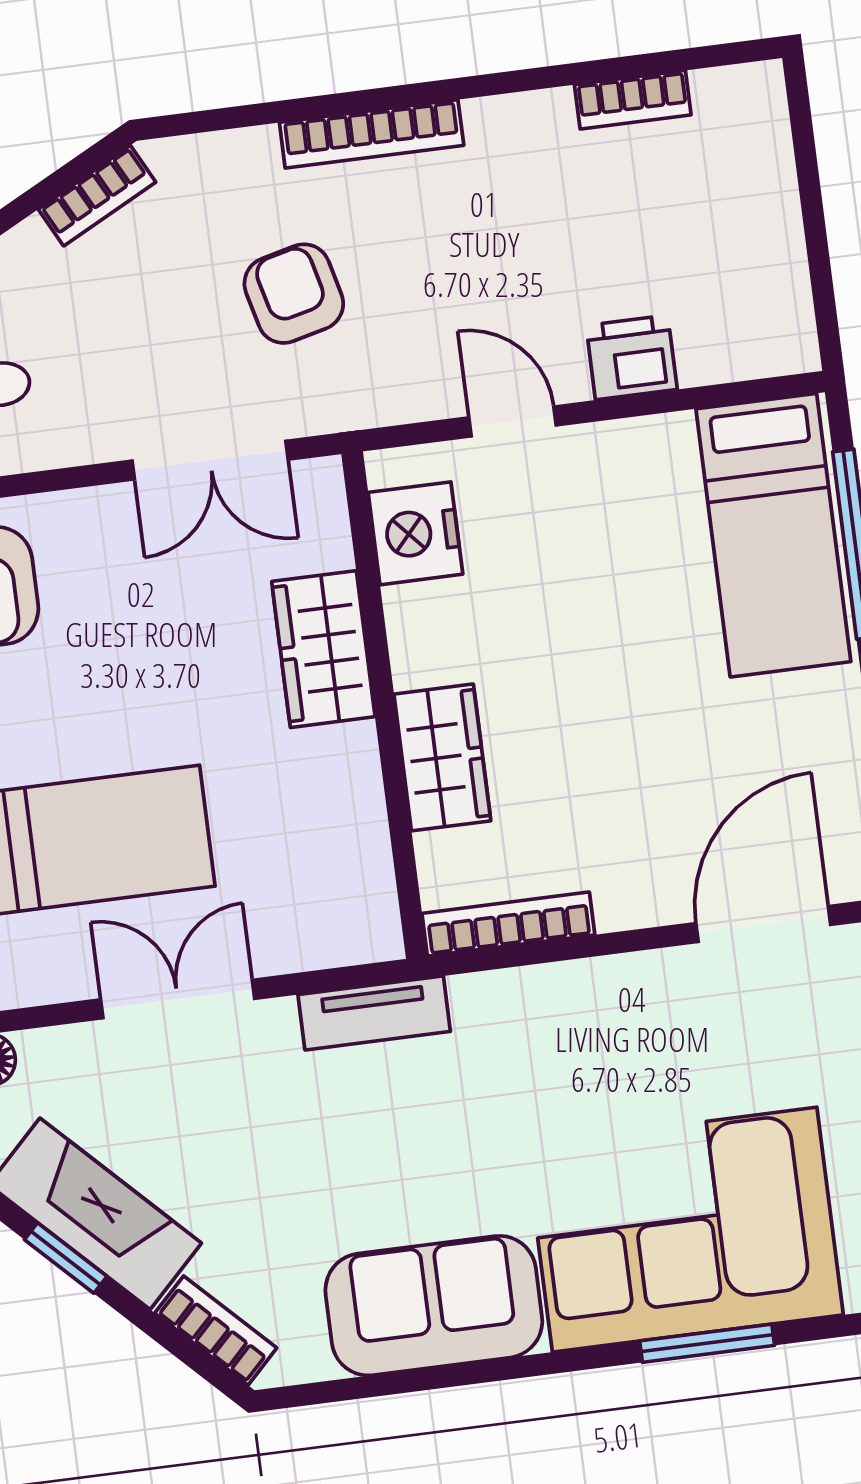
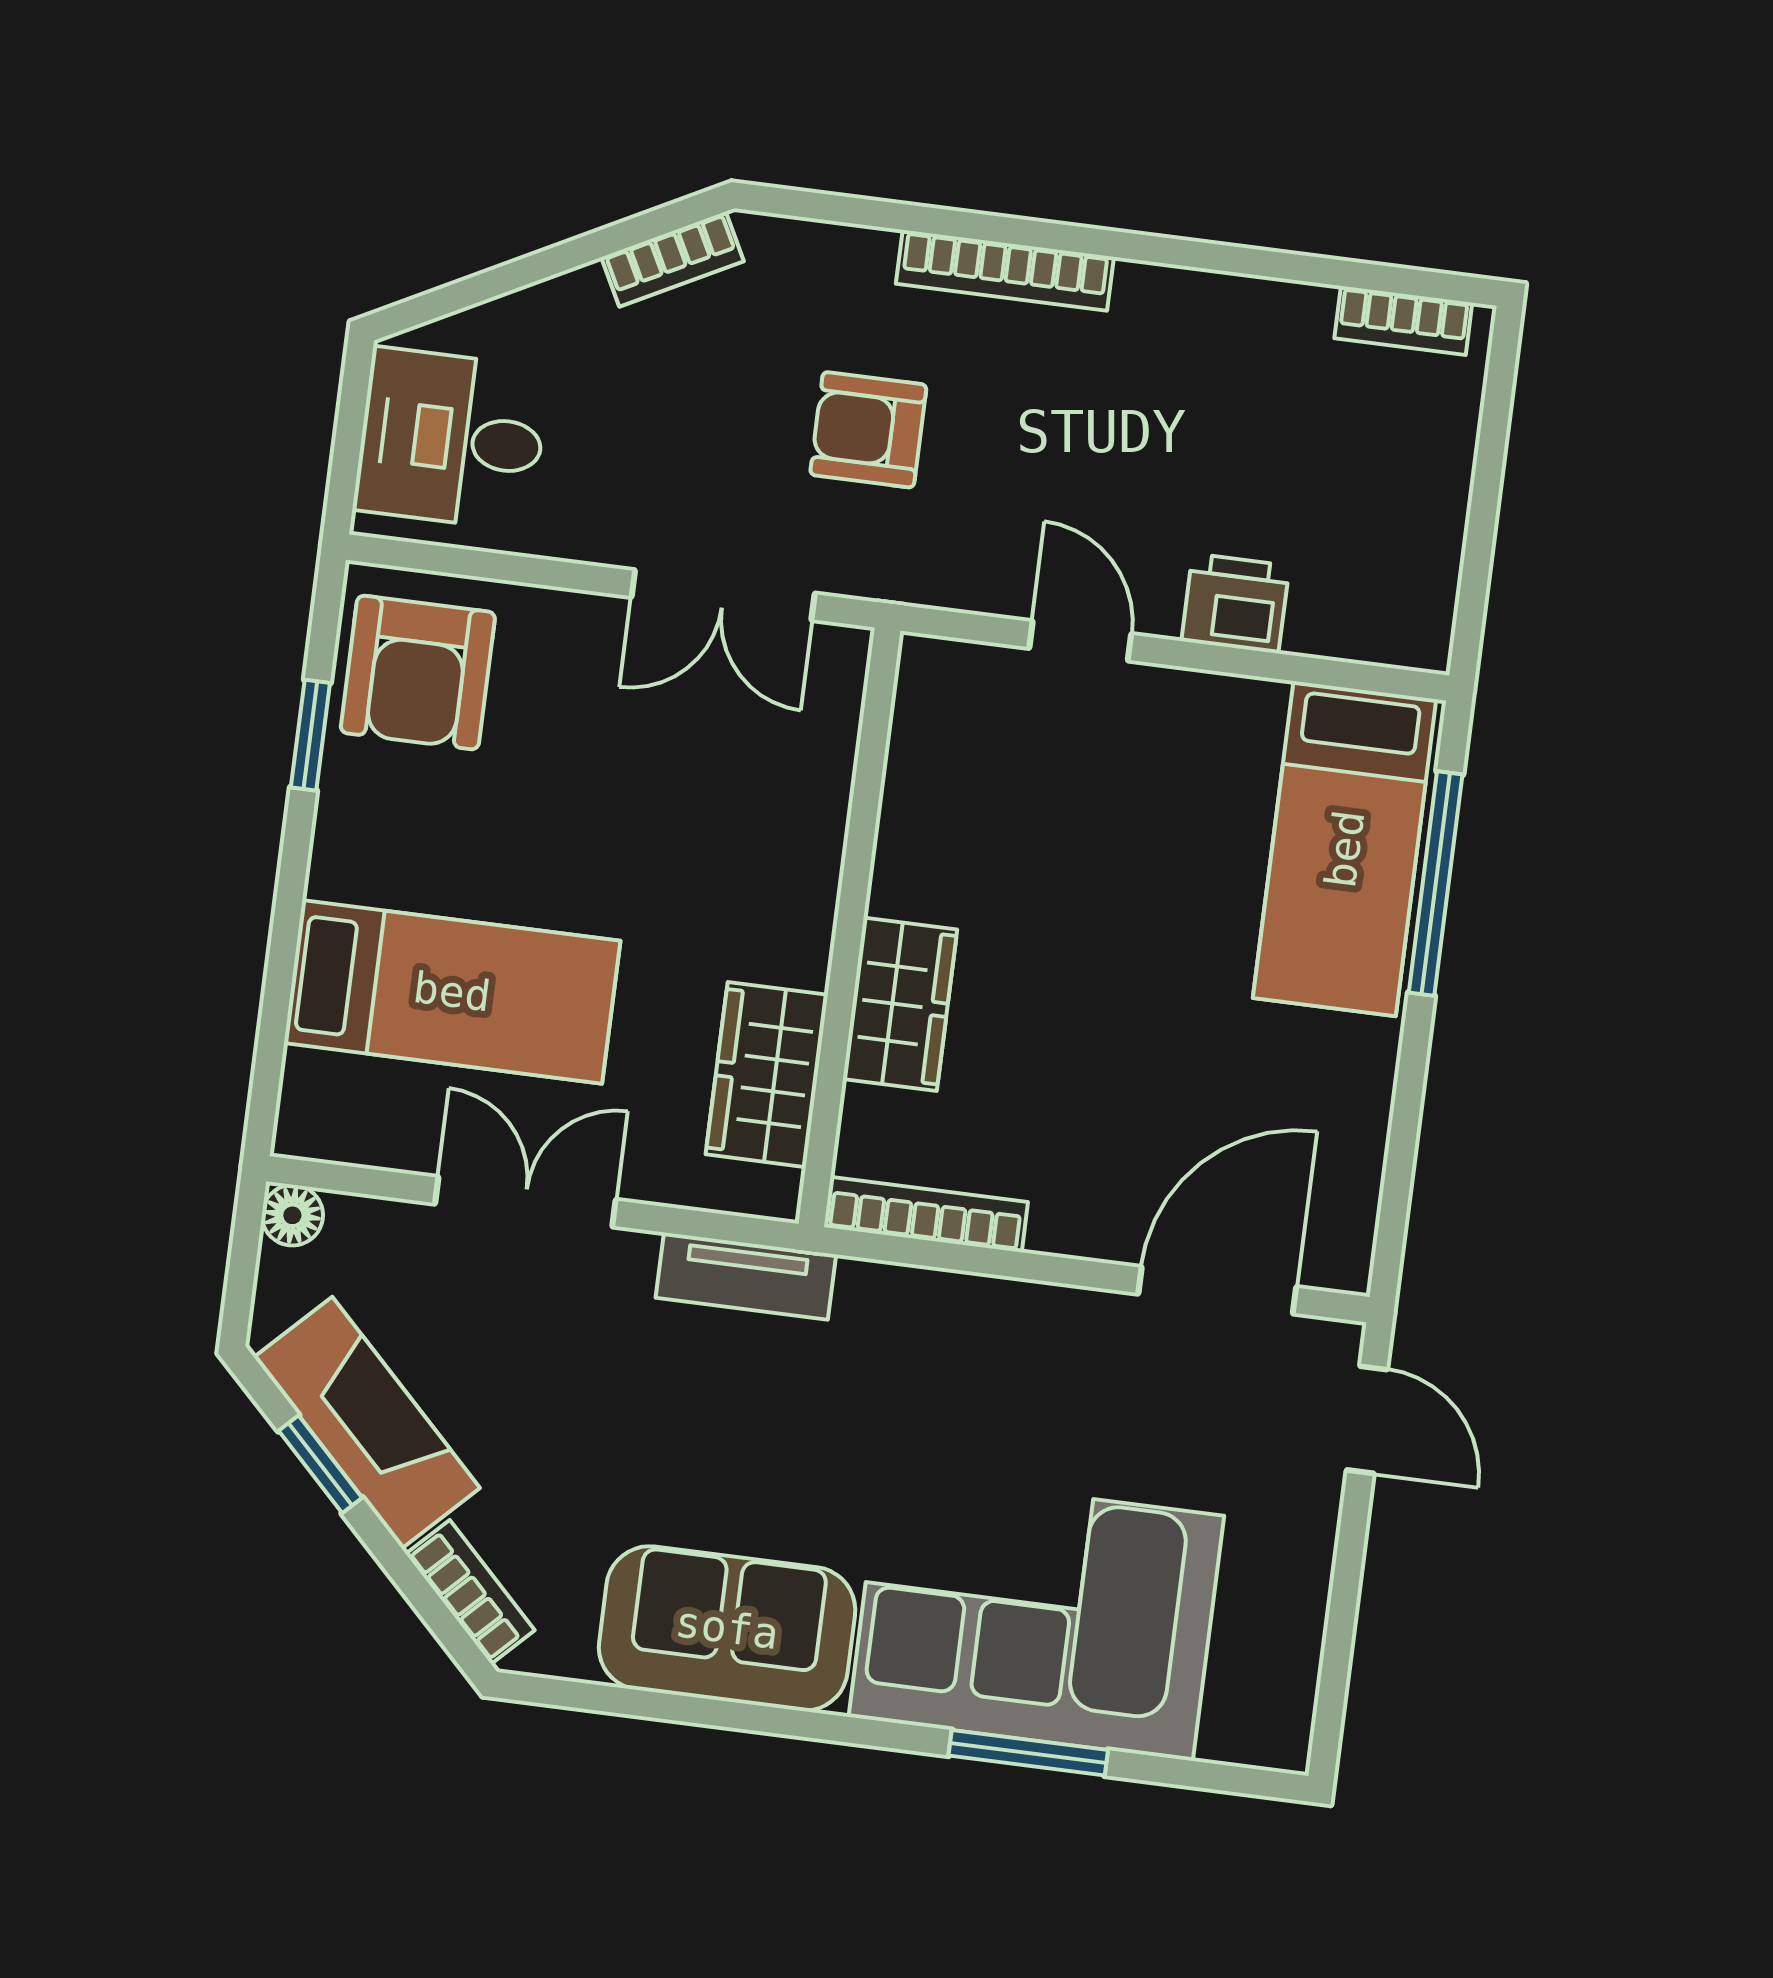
bookcase: (633, 100) -> (1403, 321), moved
armchair: (294, 294) -> (868, 430), turned -76
nightstand: (415, 533) -> (936, 740), removed
wardrobe: (323, 649) -> (767, 1075), moved

